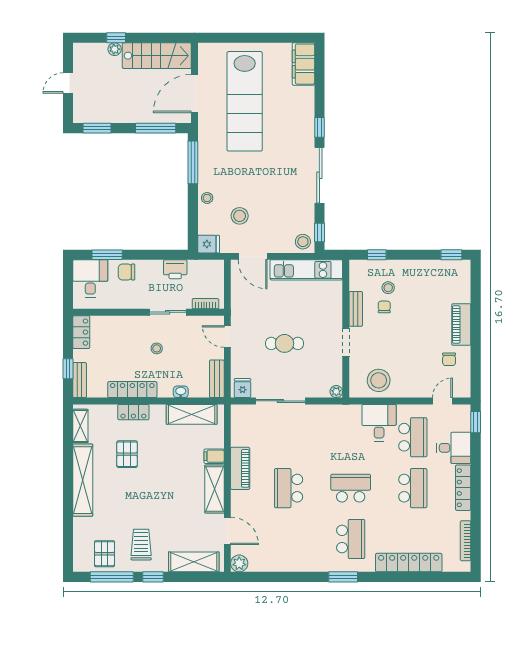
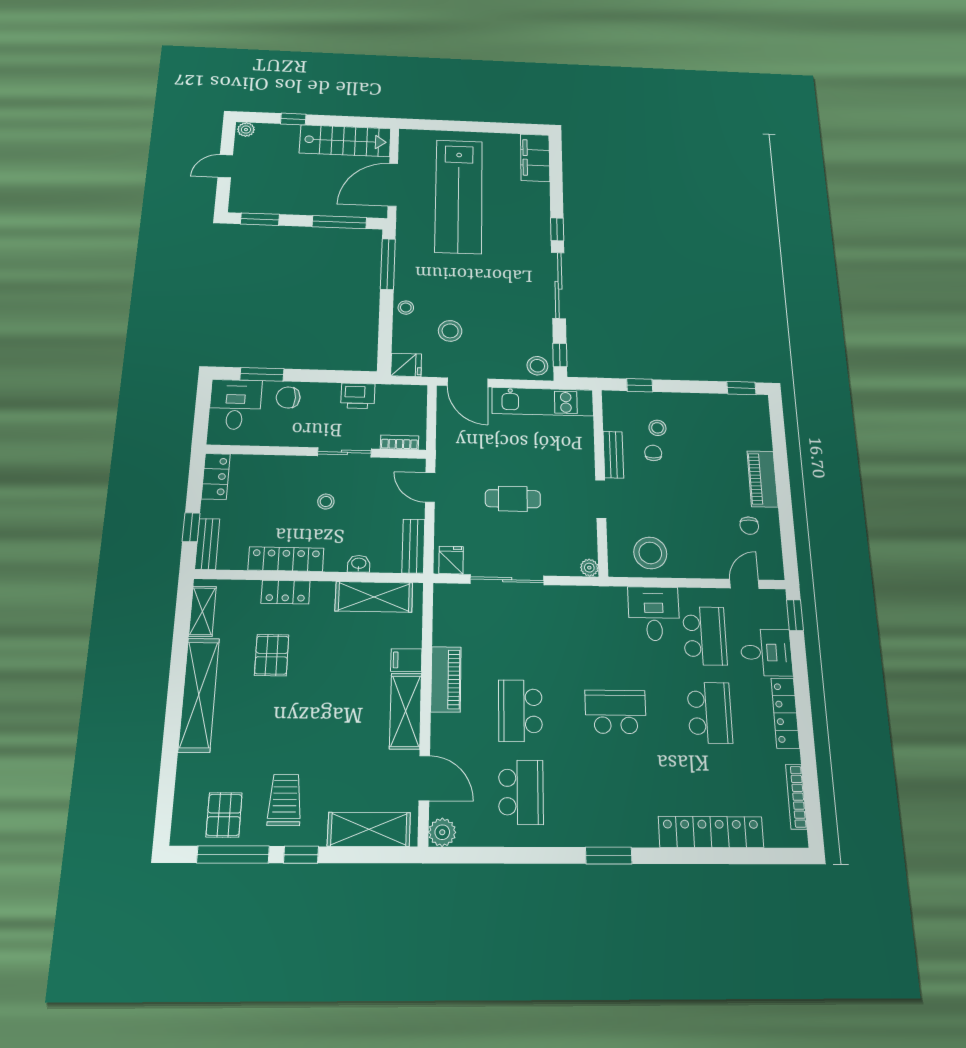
plant: (115, 49) -> (246, 130), moved
school desk: (351, 539) -> (521, 792), moved

